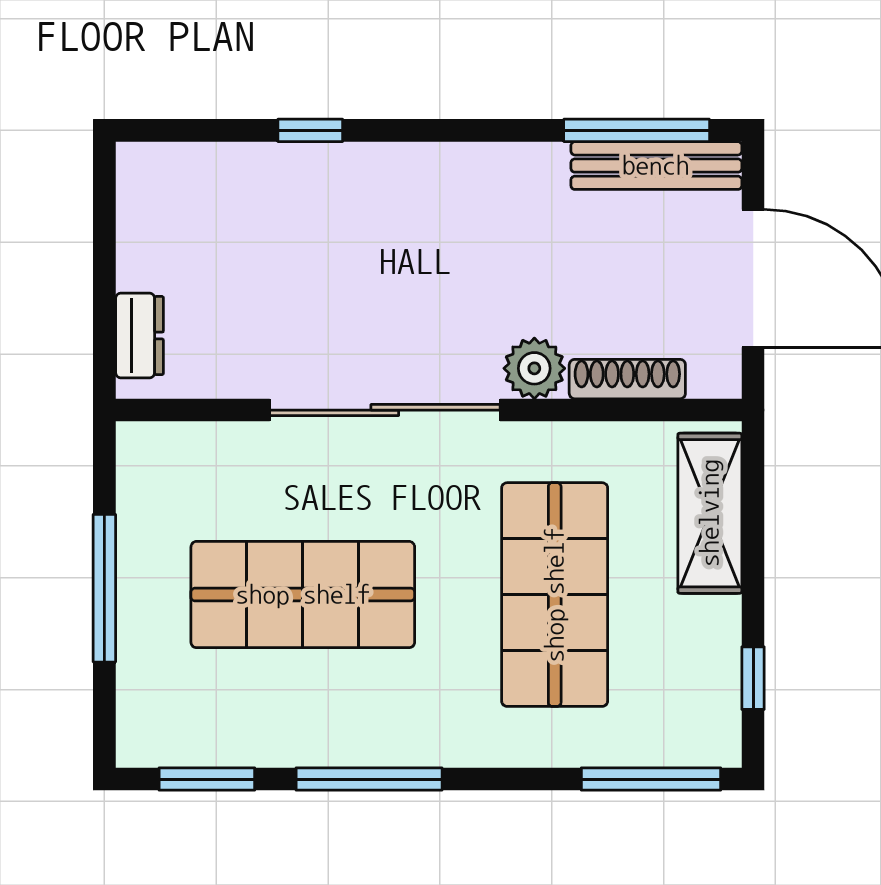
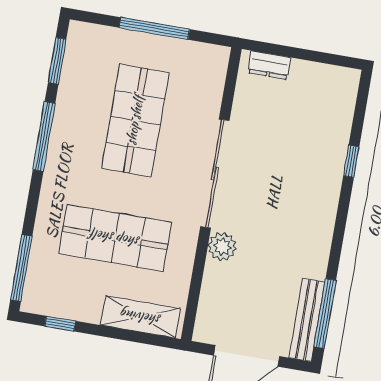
shoe rack: (627, 379) -> (210, 289), removed

